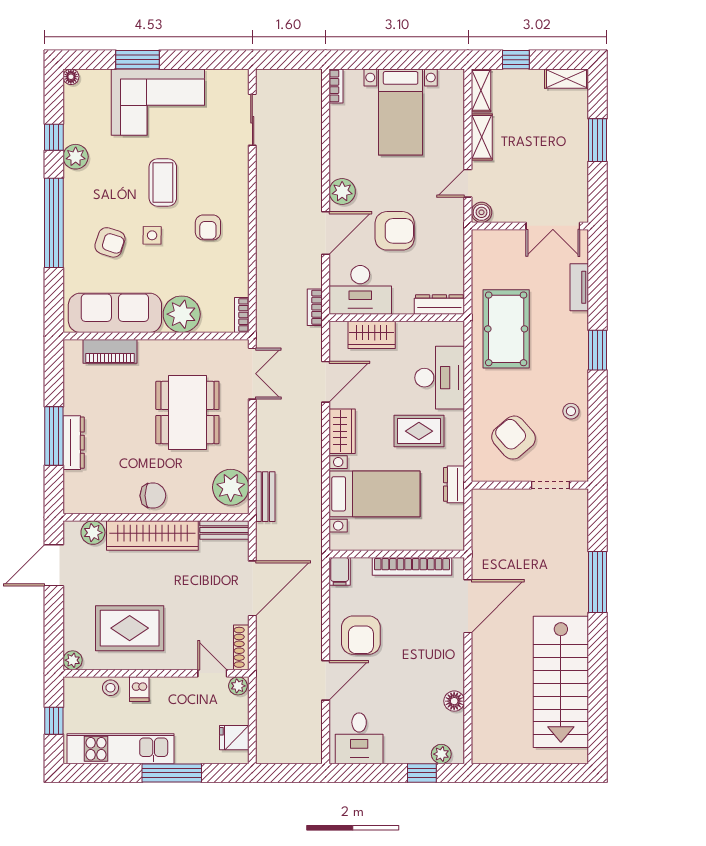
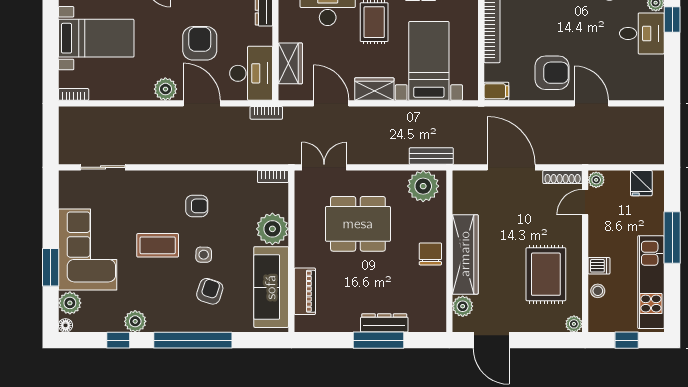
plant: (97, 82) -> (70, 303), added
bench: (224, 530) -> (460, 192), removed
desk: (359, 738) -> (642, 33), moved

